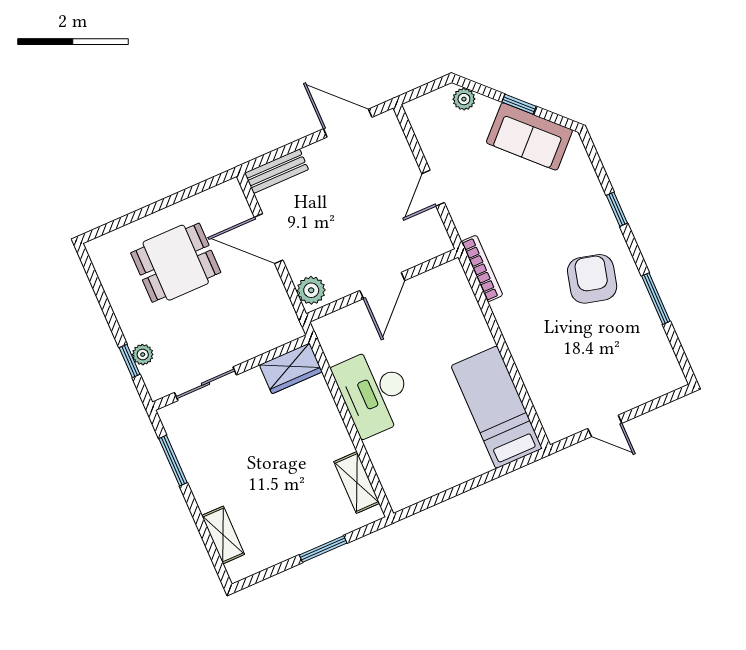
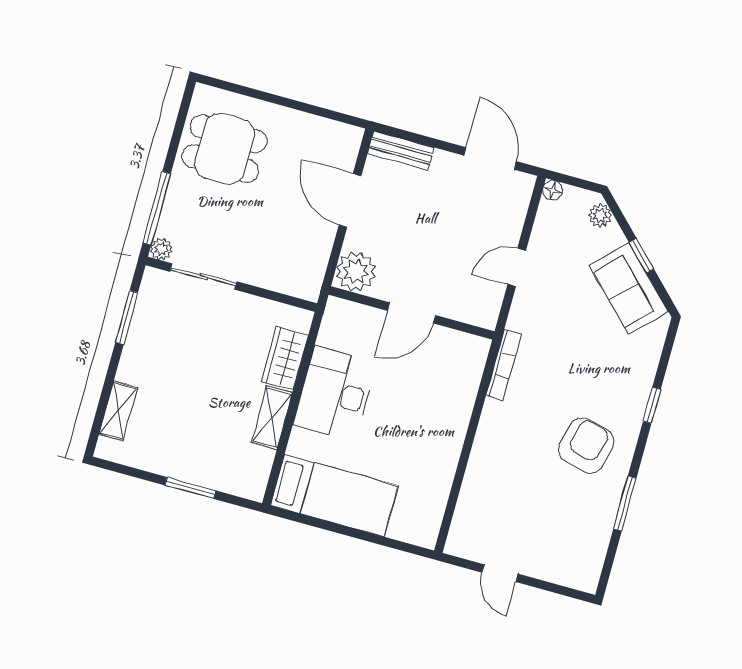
floor lamp: (413, 109) -> (553, 190), added
dining table: (176, 263) -> (224, 149), moved
plant: (311, 290) -> (356, 272), width x1.36, depth x1.36
plant: (143, 355) -> (161, 249), moved
window: (130, 361) -> (157, 208), width x2.17
wardrobe: (291, 368) -> (285, 358), moved, turned 90
bed: (497, 407) -> (334, 496), moved, turned 90
shelving: (357, 482) -> (272, 418), moved

